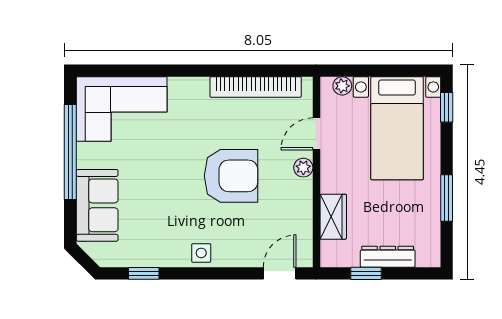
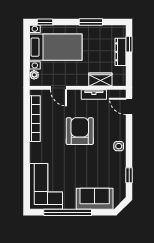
plant: (303, 168) -> (76, 95), removed
tv unit: (303, 204) -> (94, 94), added
window: (366, 273) -> (129, 44), moved

